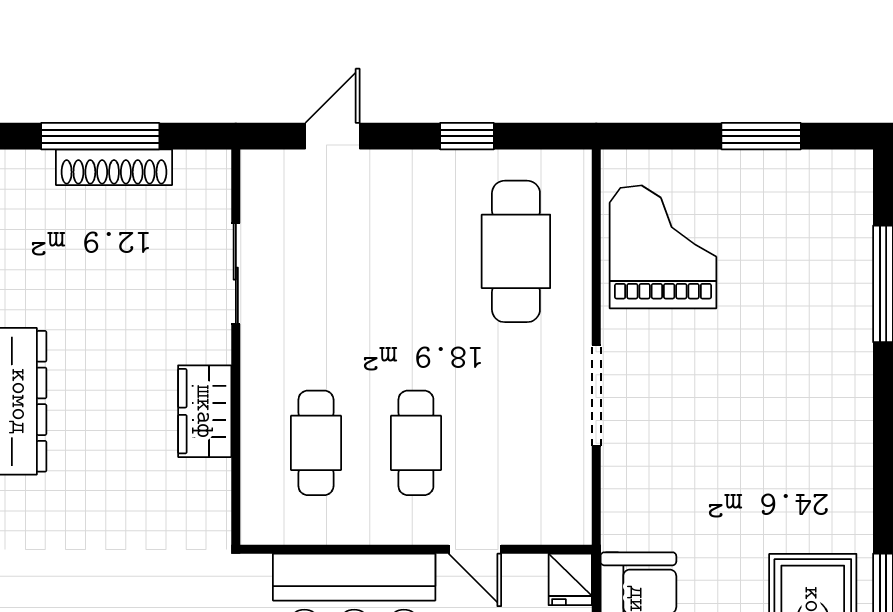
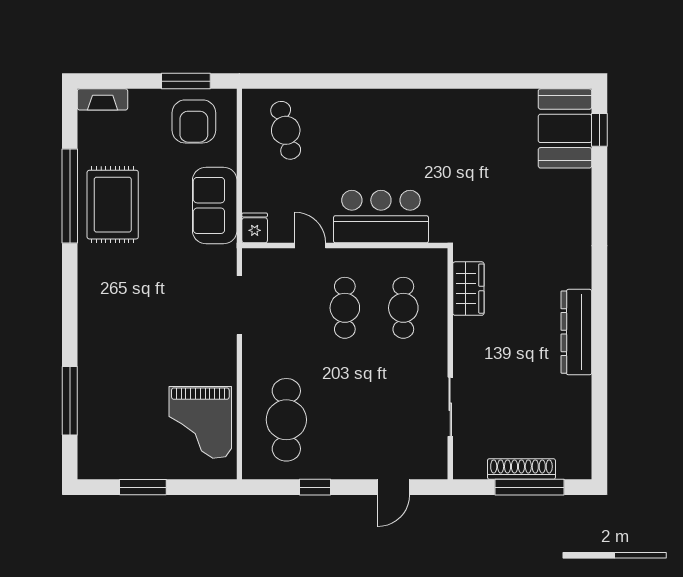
doorway: (596, 396) -> (239, 305), moved
wardrobe: (205, 411) -> (468, 289), moved

